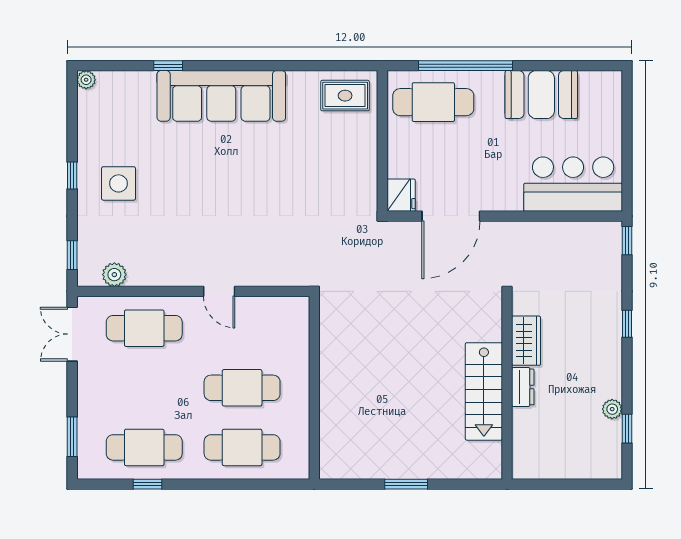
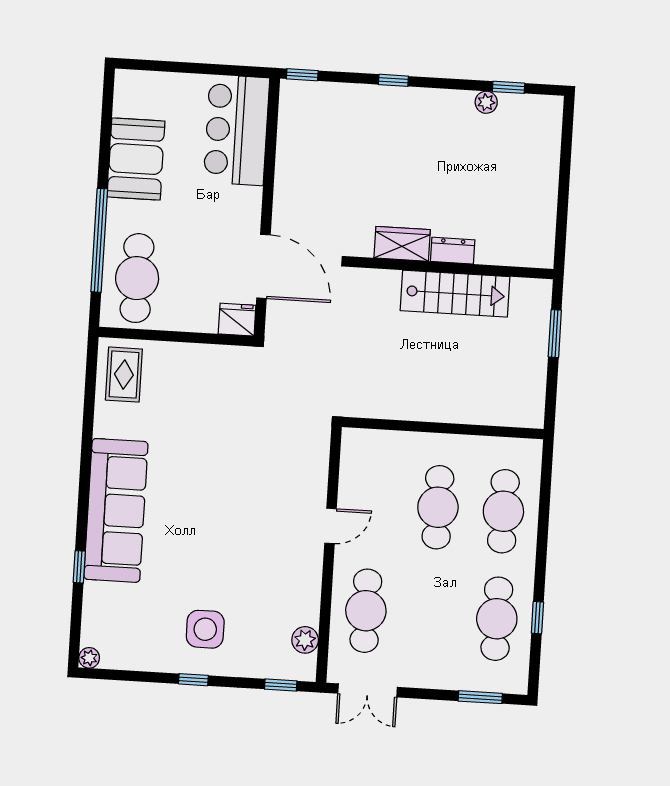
wardrobe: (526, 341) -> (402, 244), moved
dresser: (523, 387) -> (453, 251), moved
wall: (507, 388) -> (453, 268), moved
stairs: (484, 391) -> (455, 294), moved

